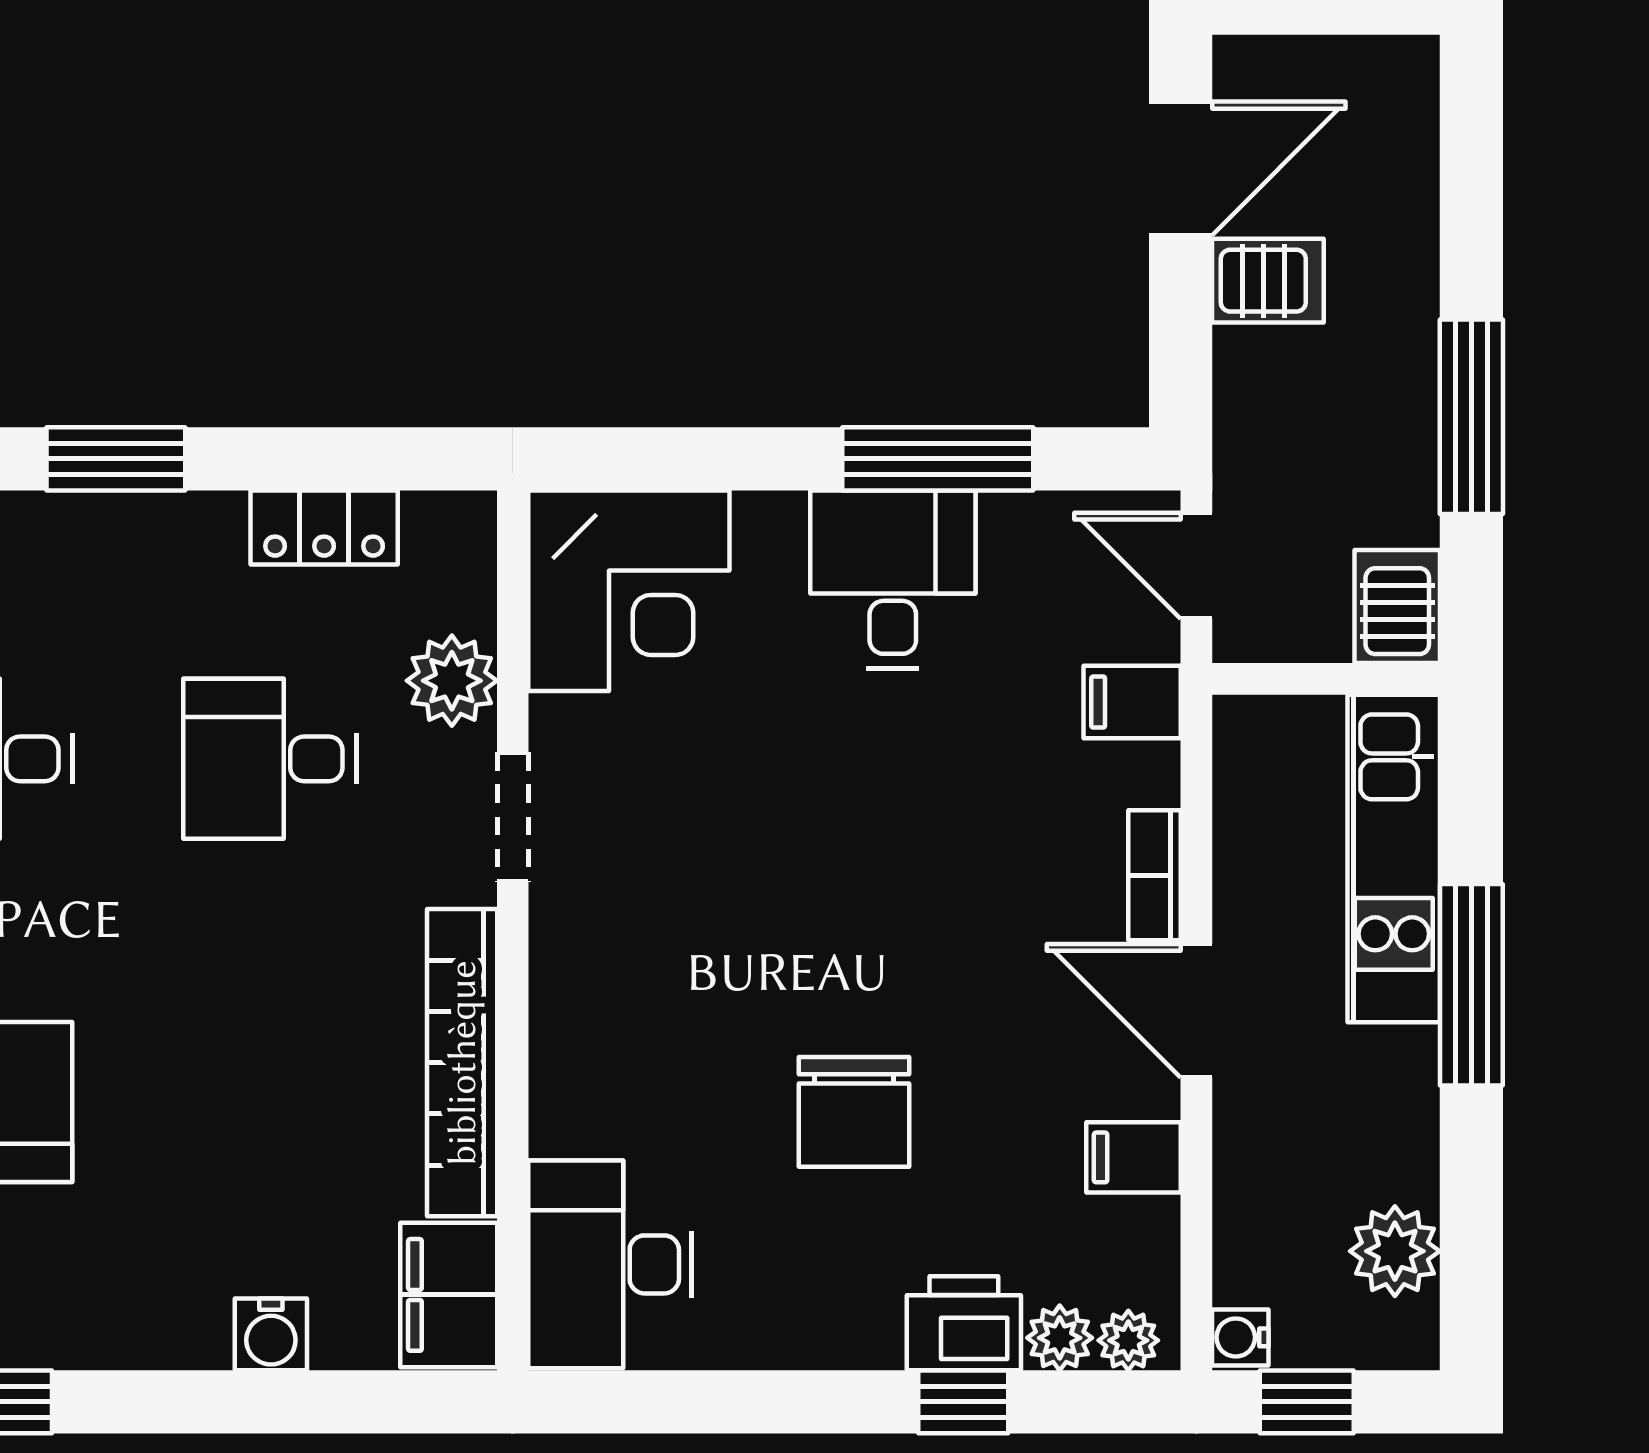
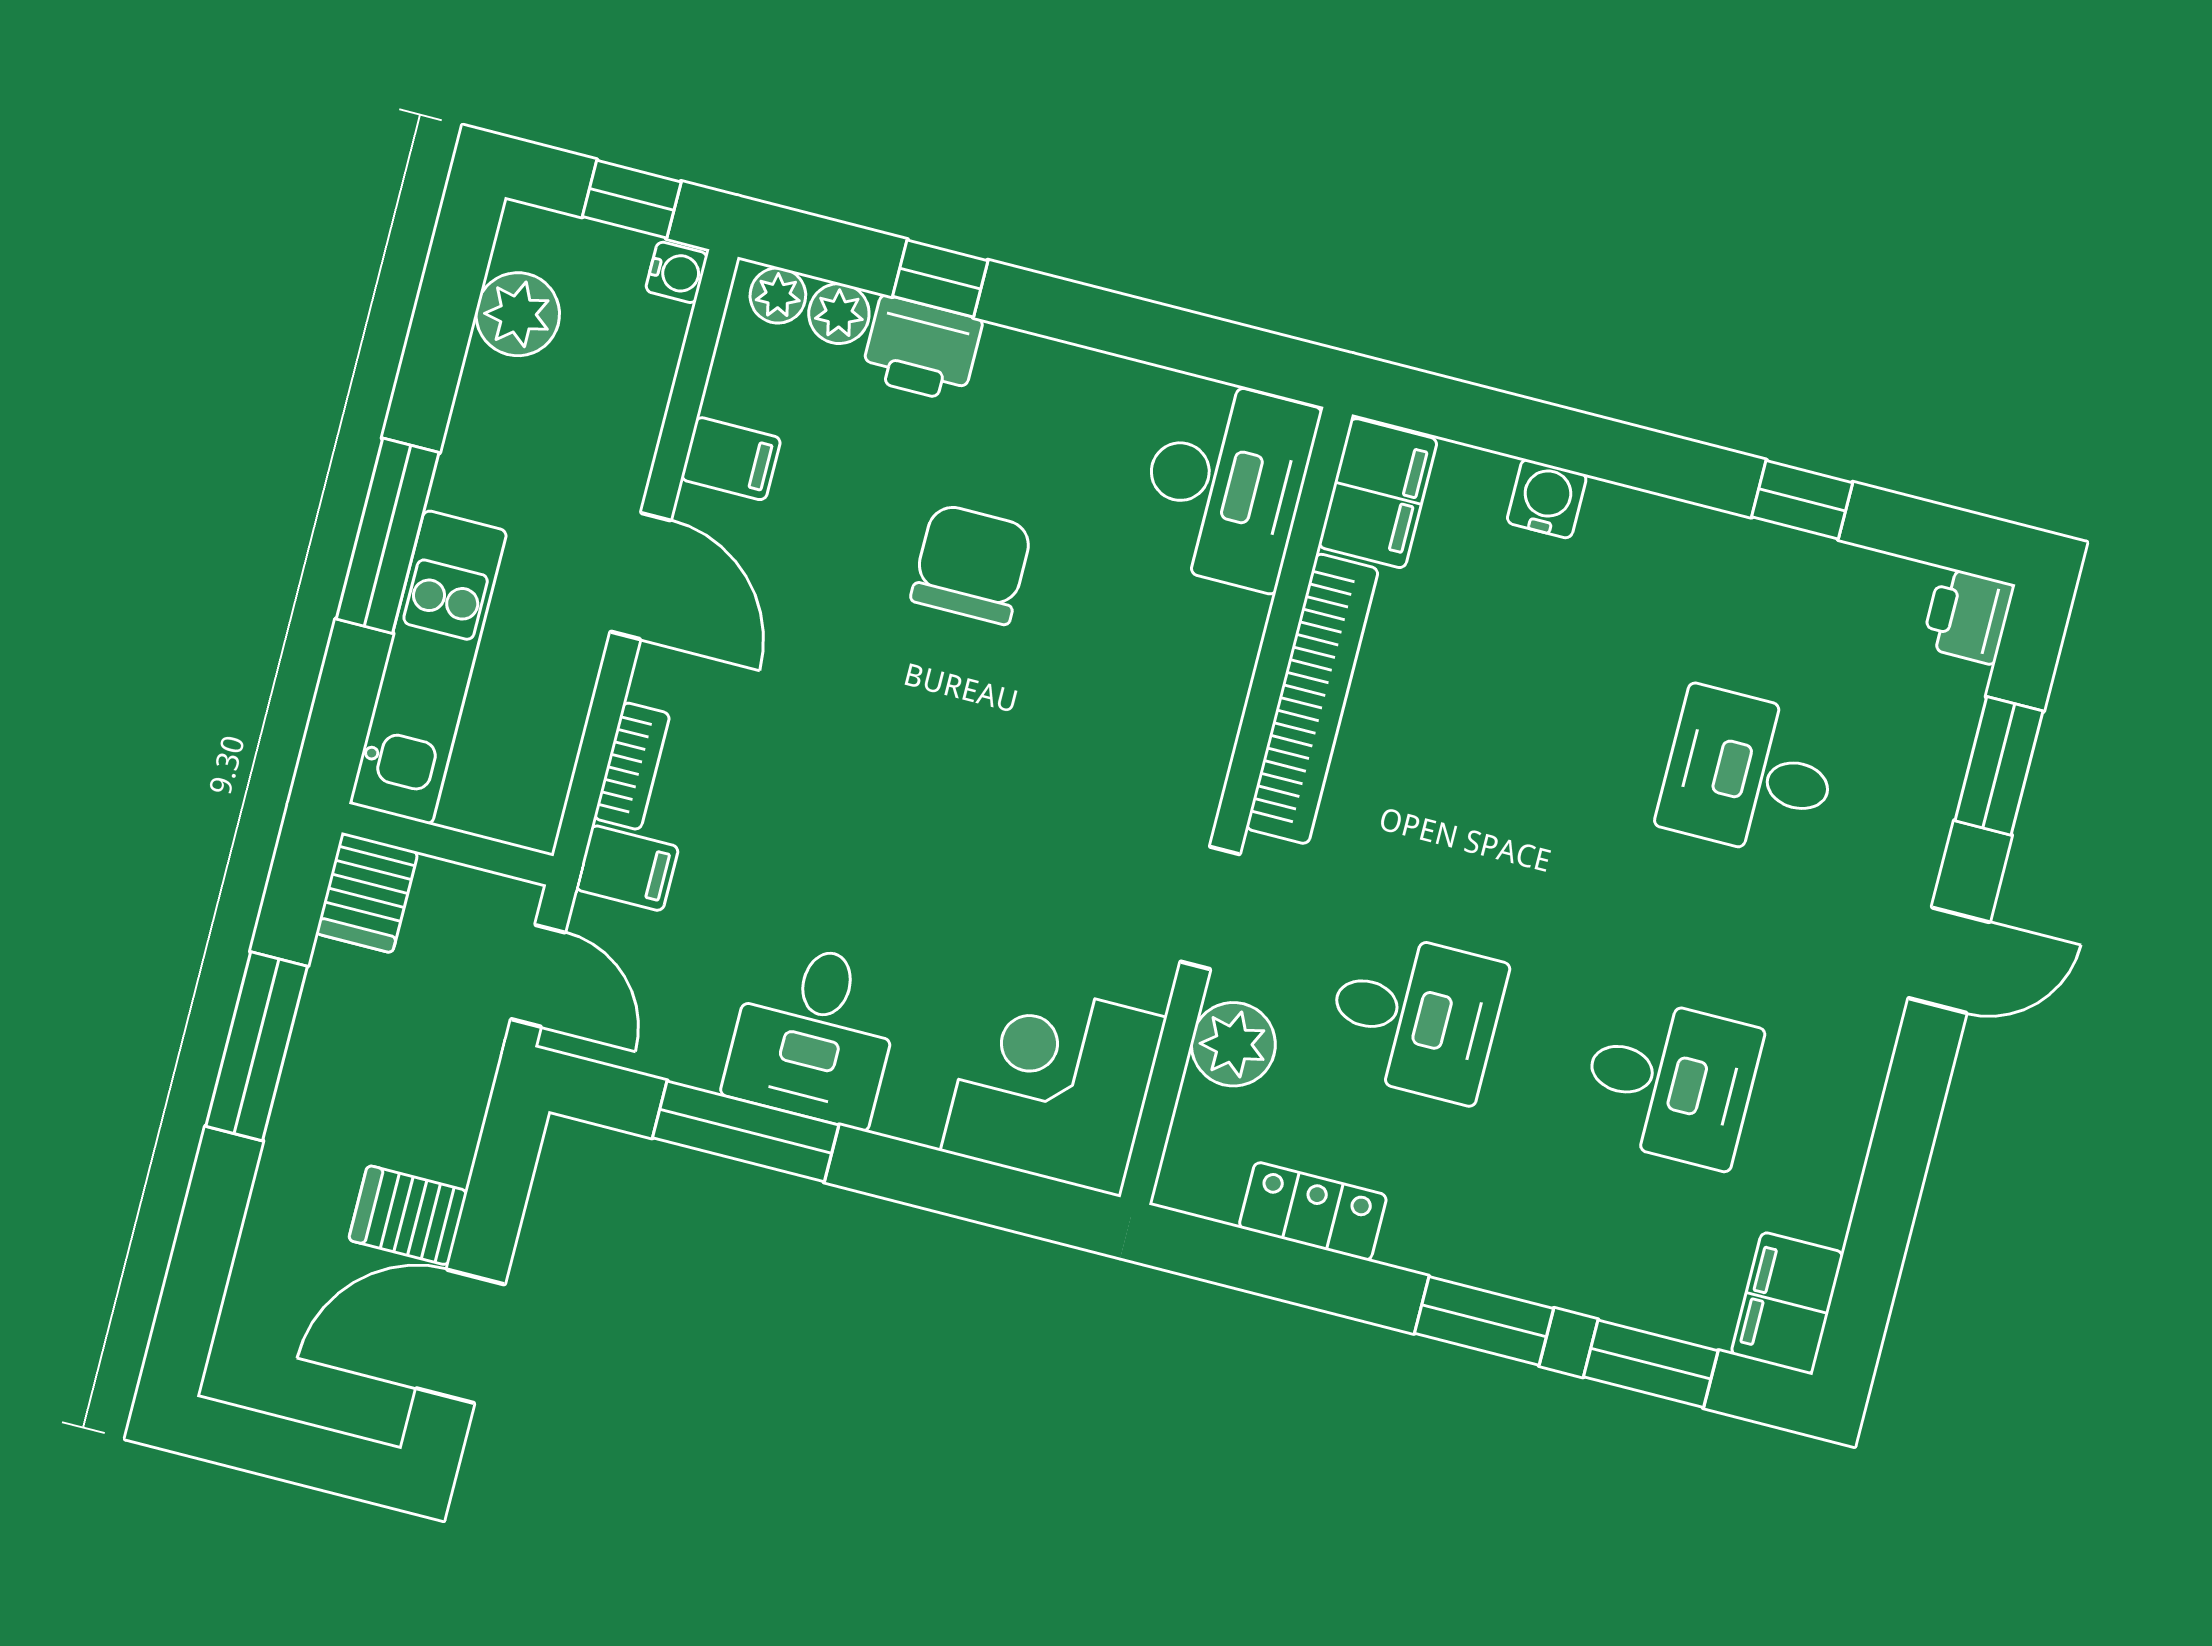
bookcase: (1155, 875) -> (632, 766), moved

